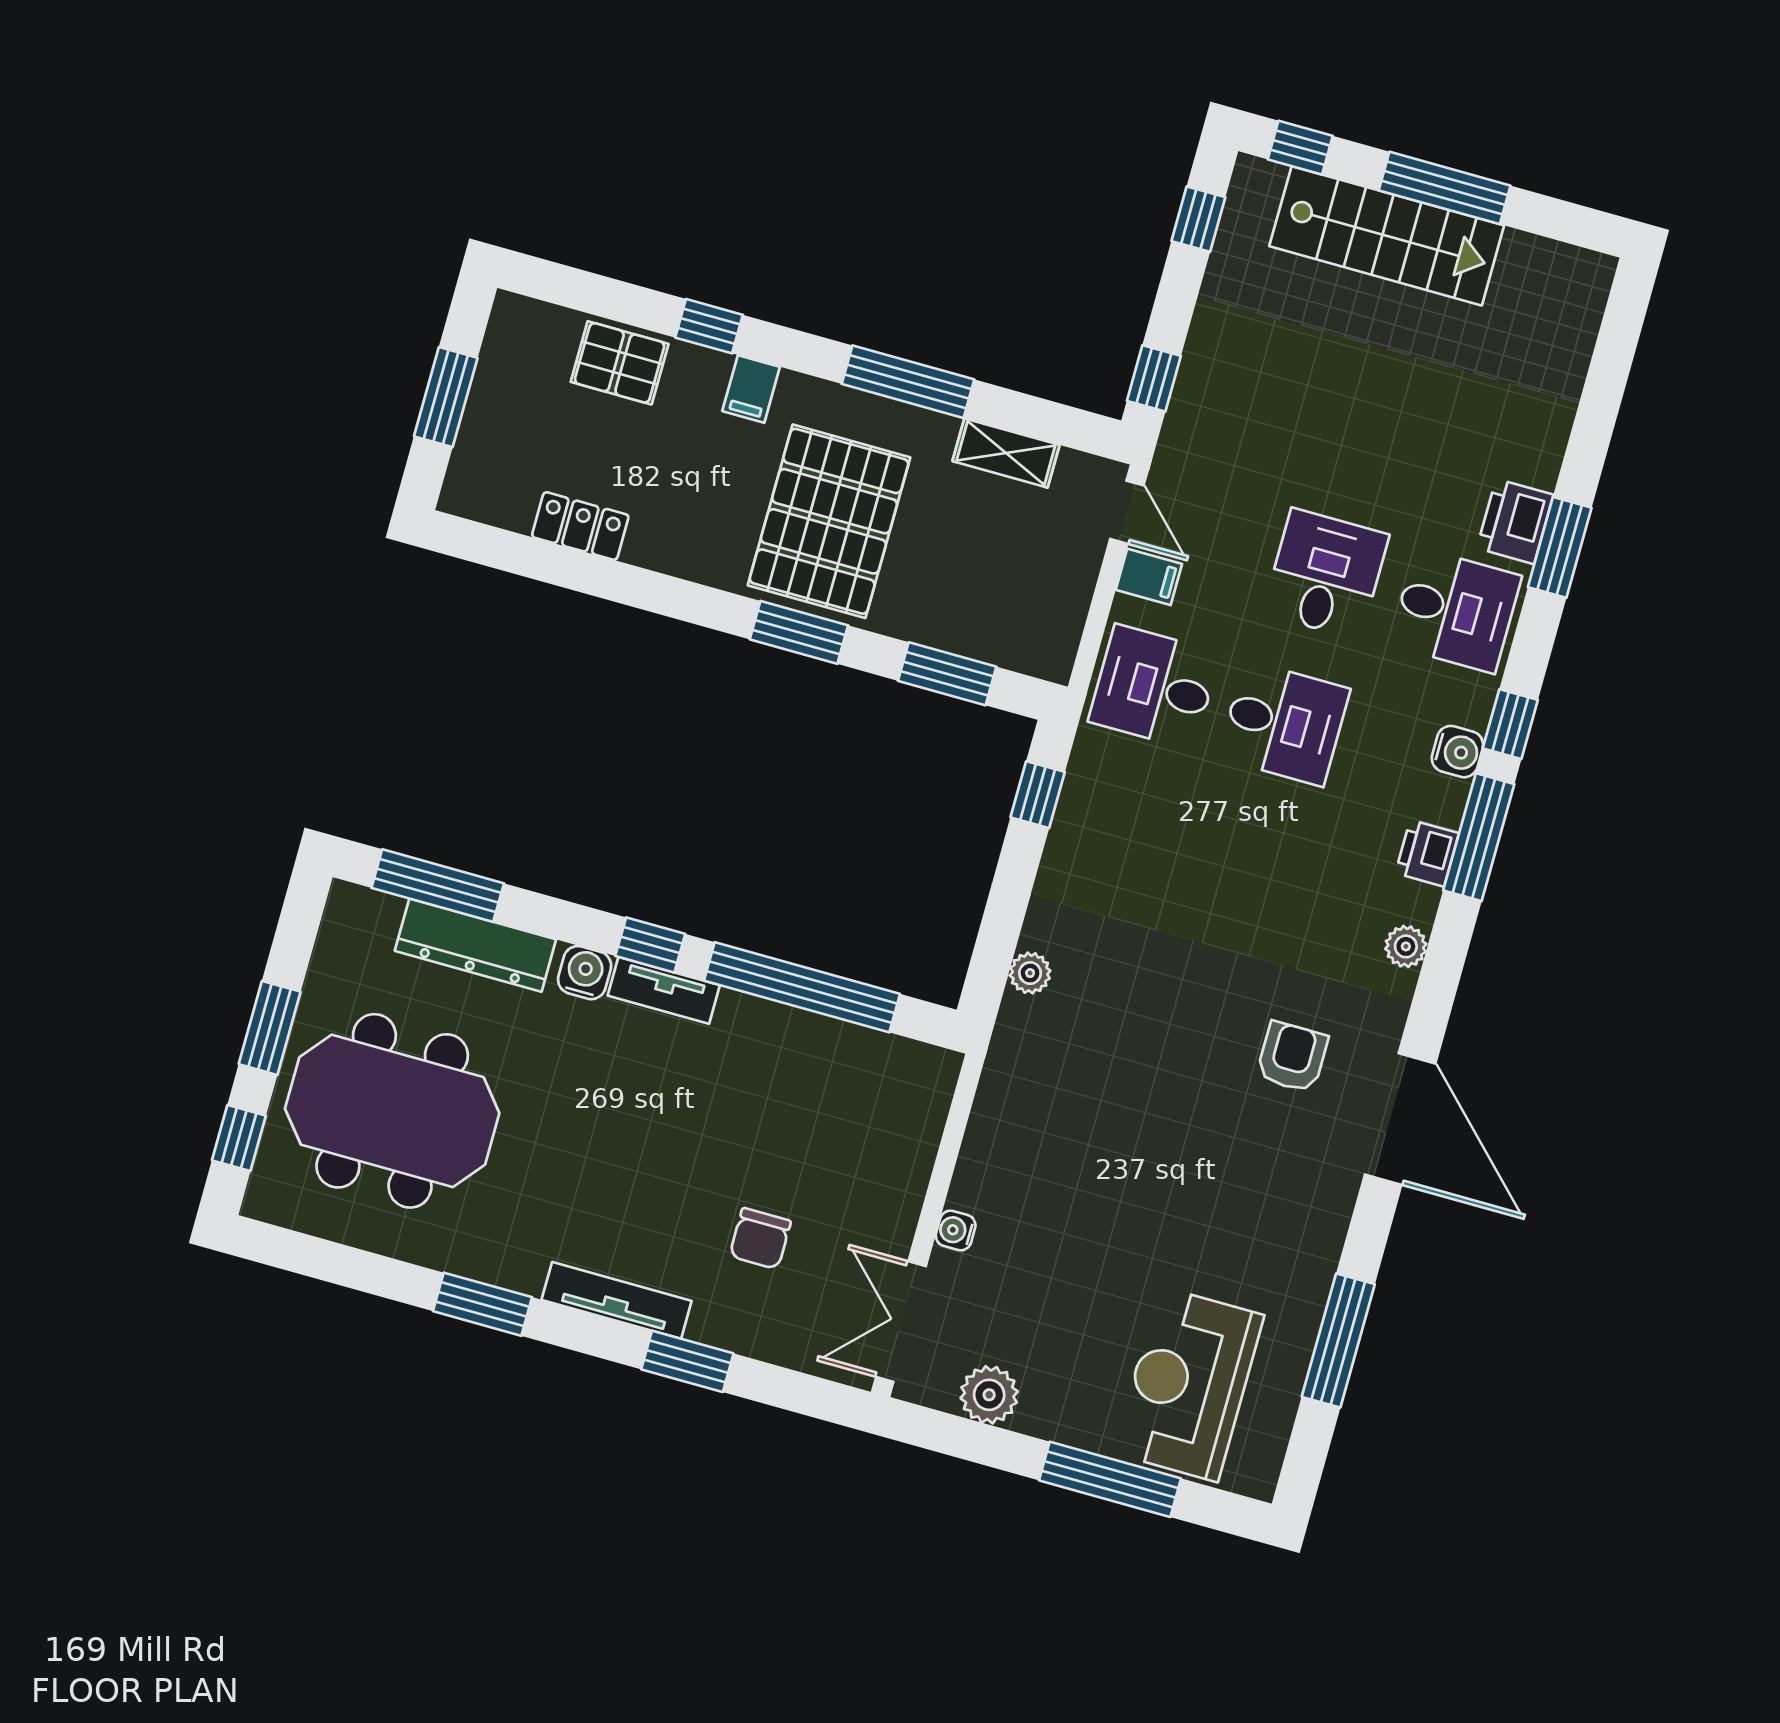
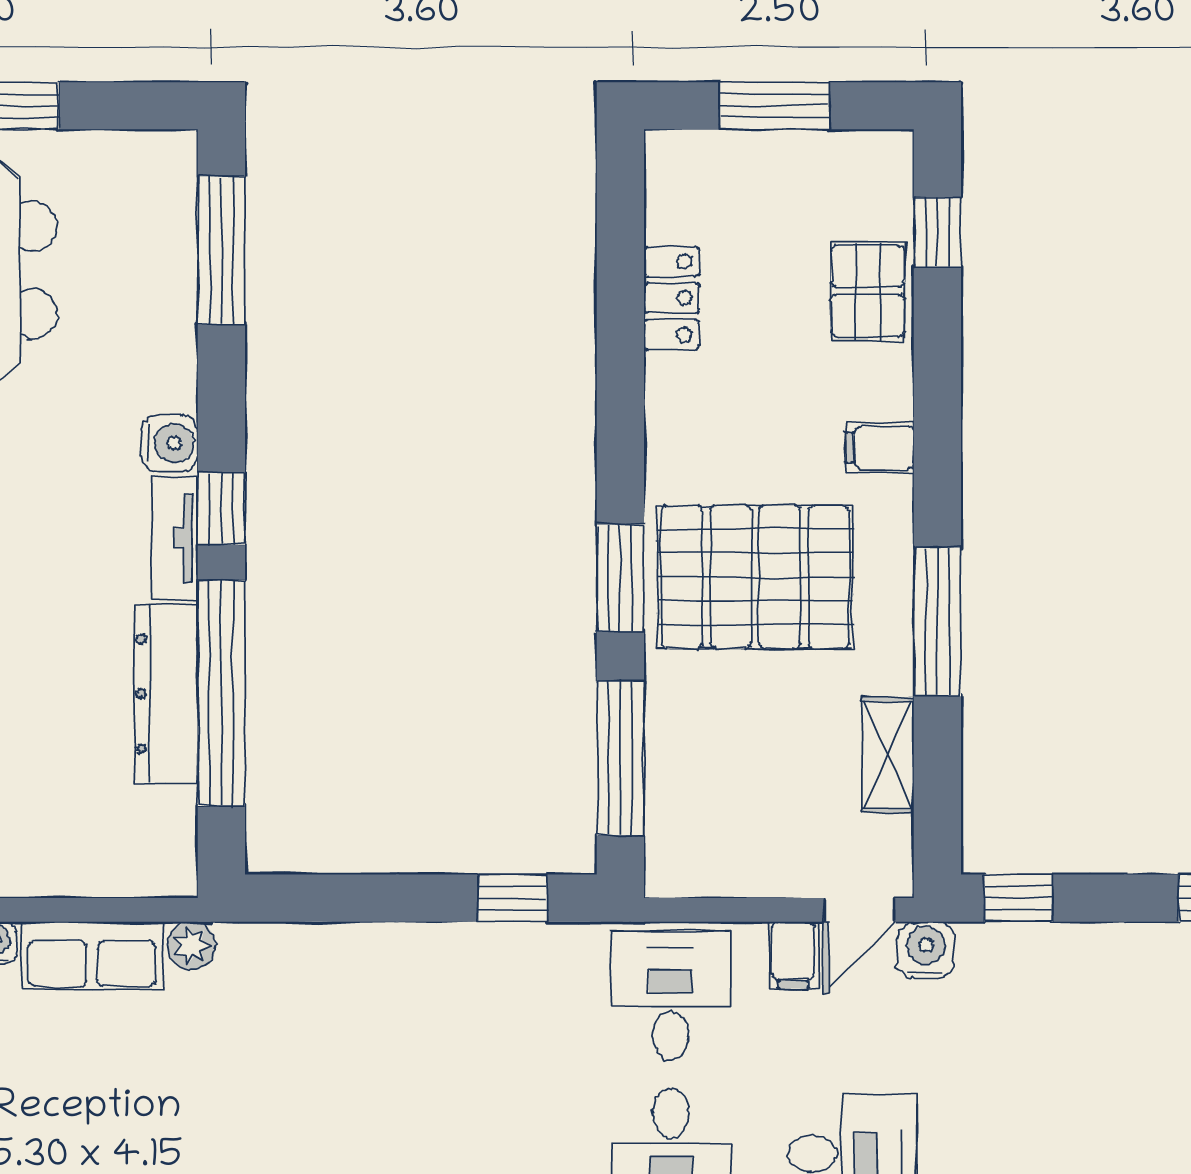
window: (709, 326) -> (937, 232), moved
water cooler: (1175, 466) -> (926, 950), added
window: (947, 674) -> (620, 758), width x1.44
dresser: (475, 945) -> (166, 694), moved
plant: (1030, 973) -> (192, 946), moved
row of seats: (988, 1154) -> (92, 956), added

